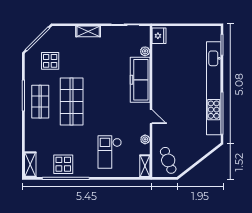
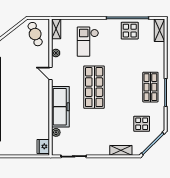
shelving: (88, 31) -> (121, 150), moved
shop shelf: (72, 102) -> (94, 87), moved
checkout: (110, 152) -> (88, 42), turned 180

